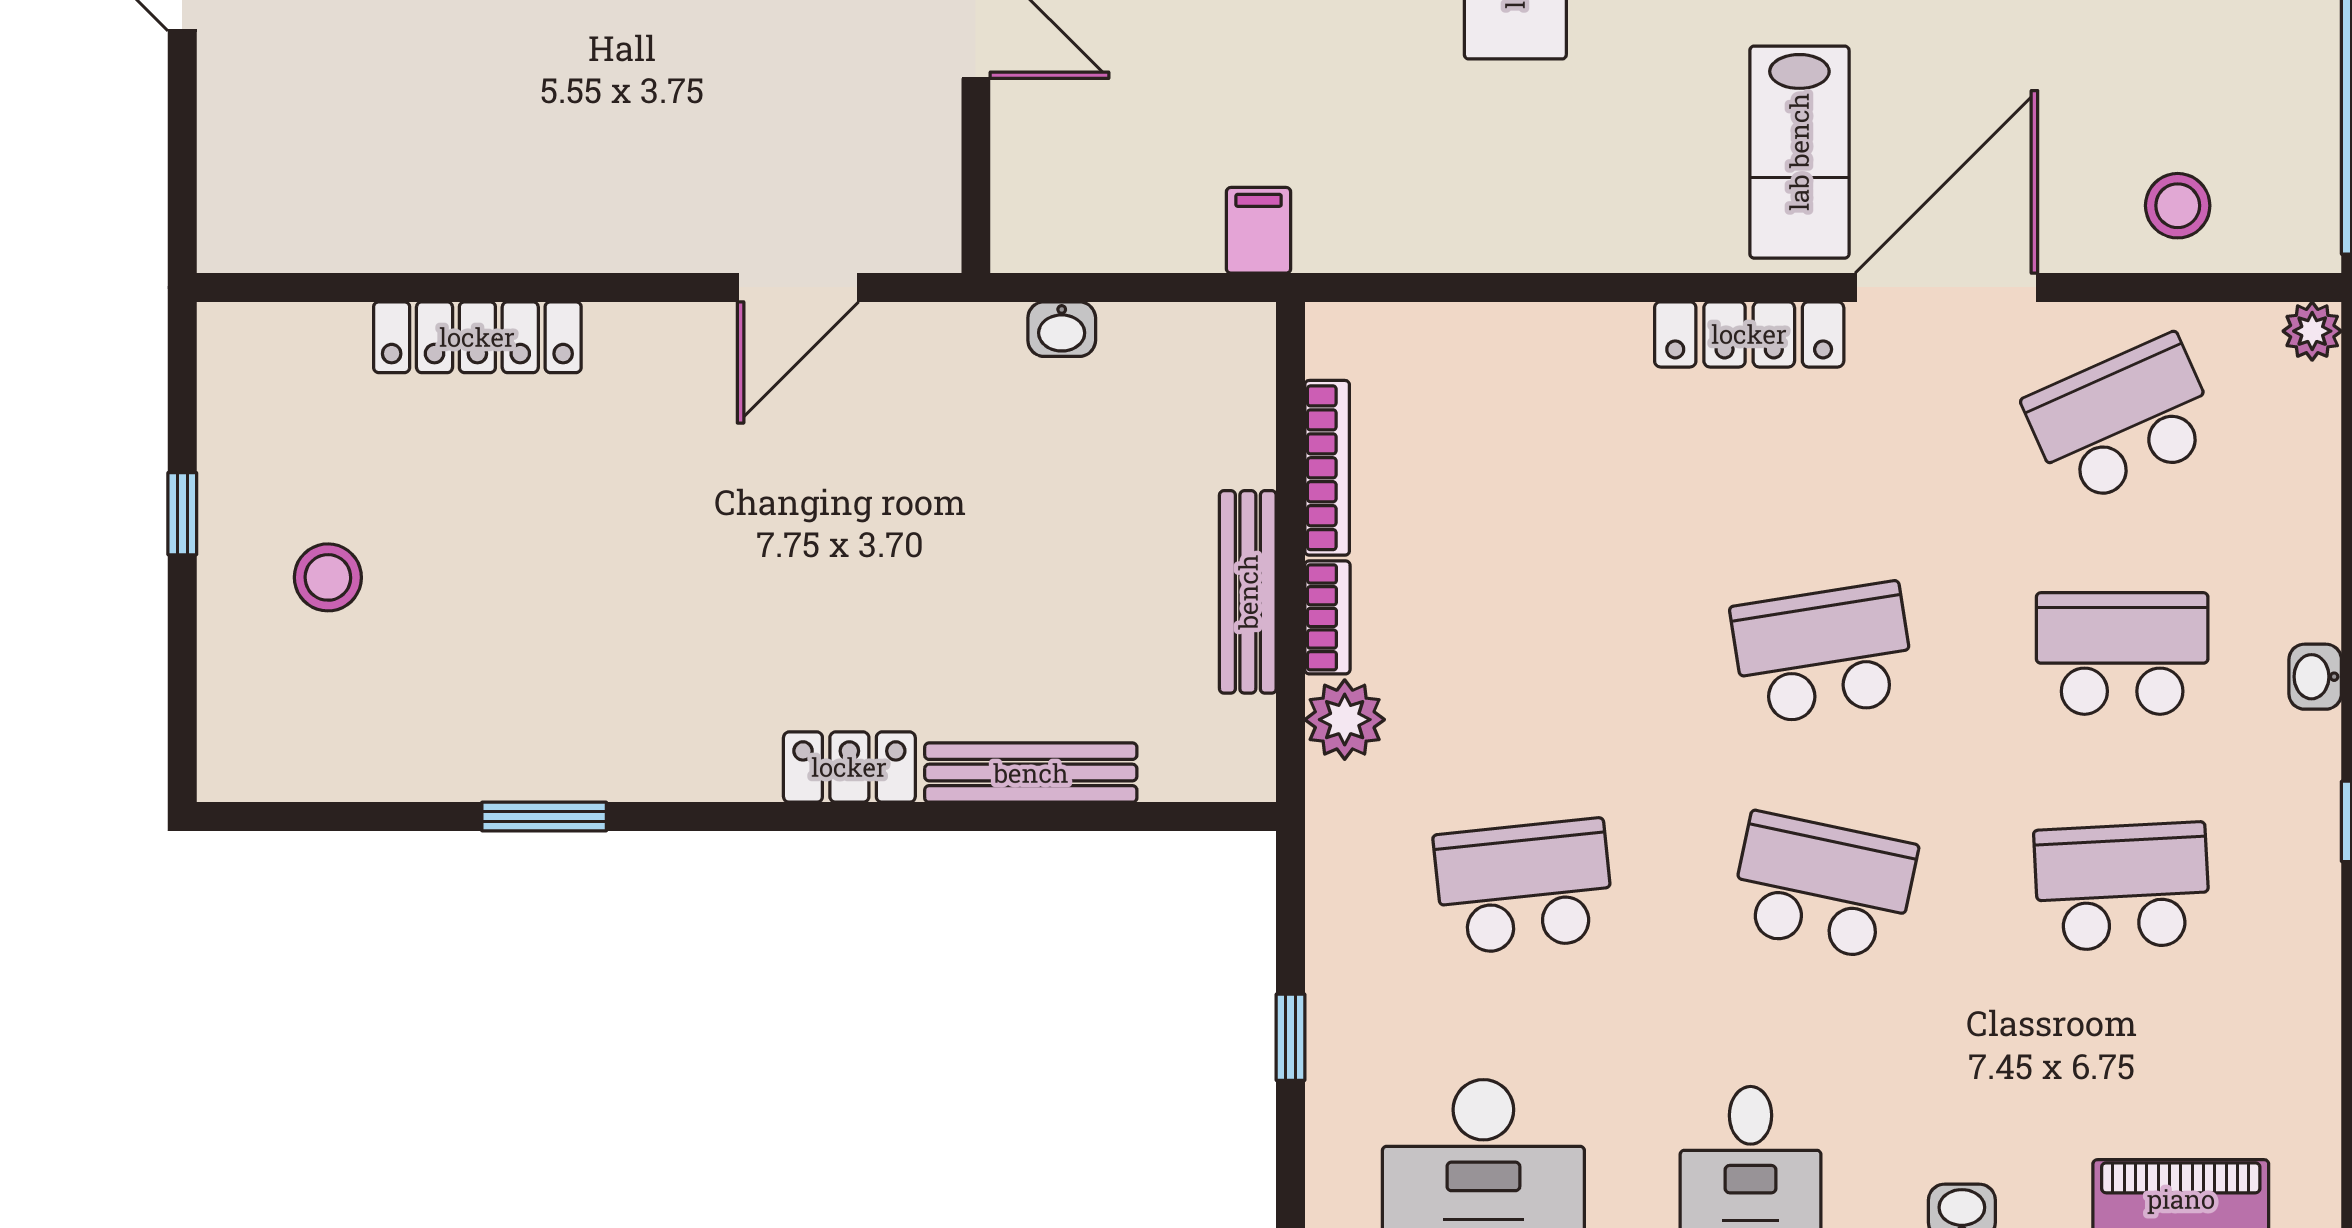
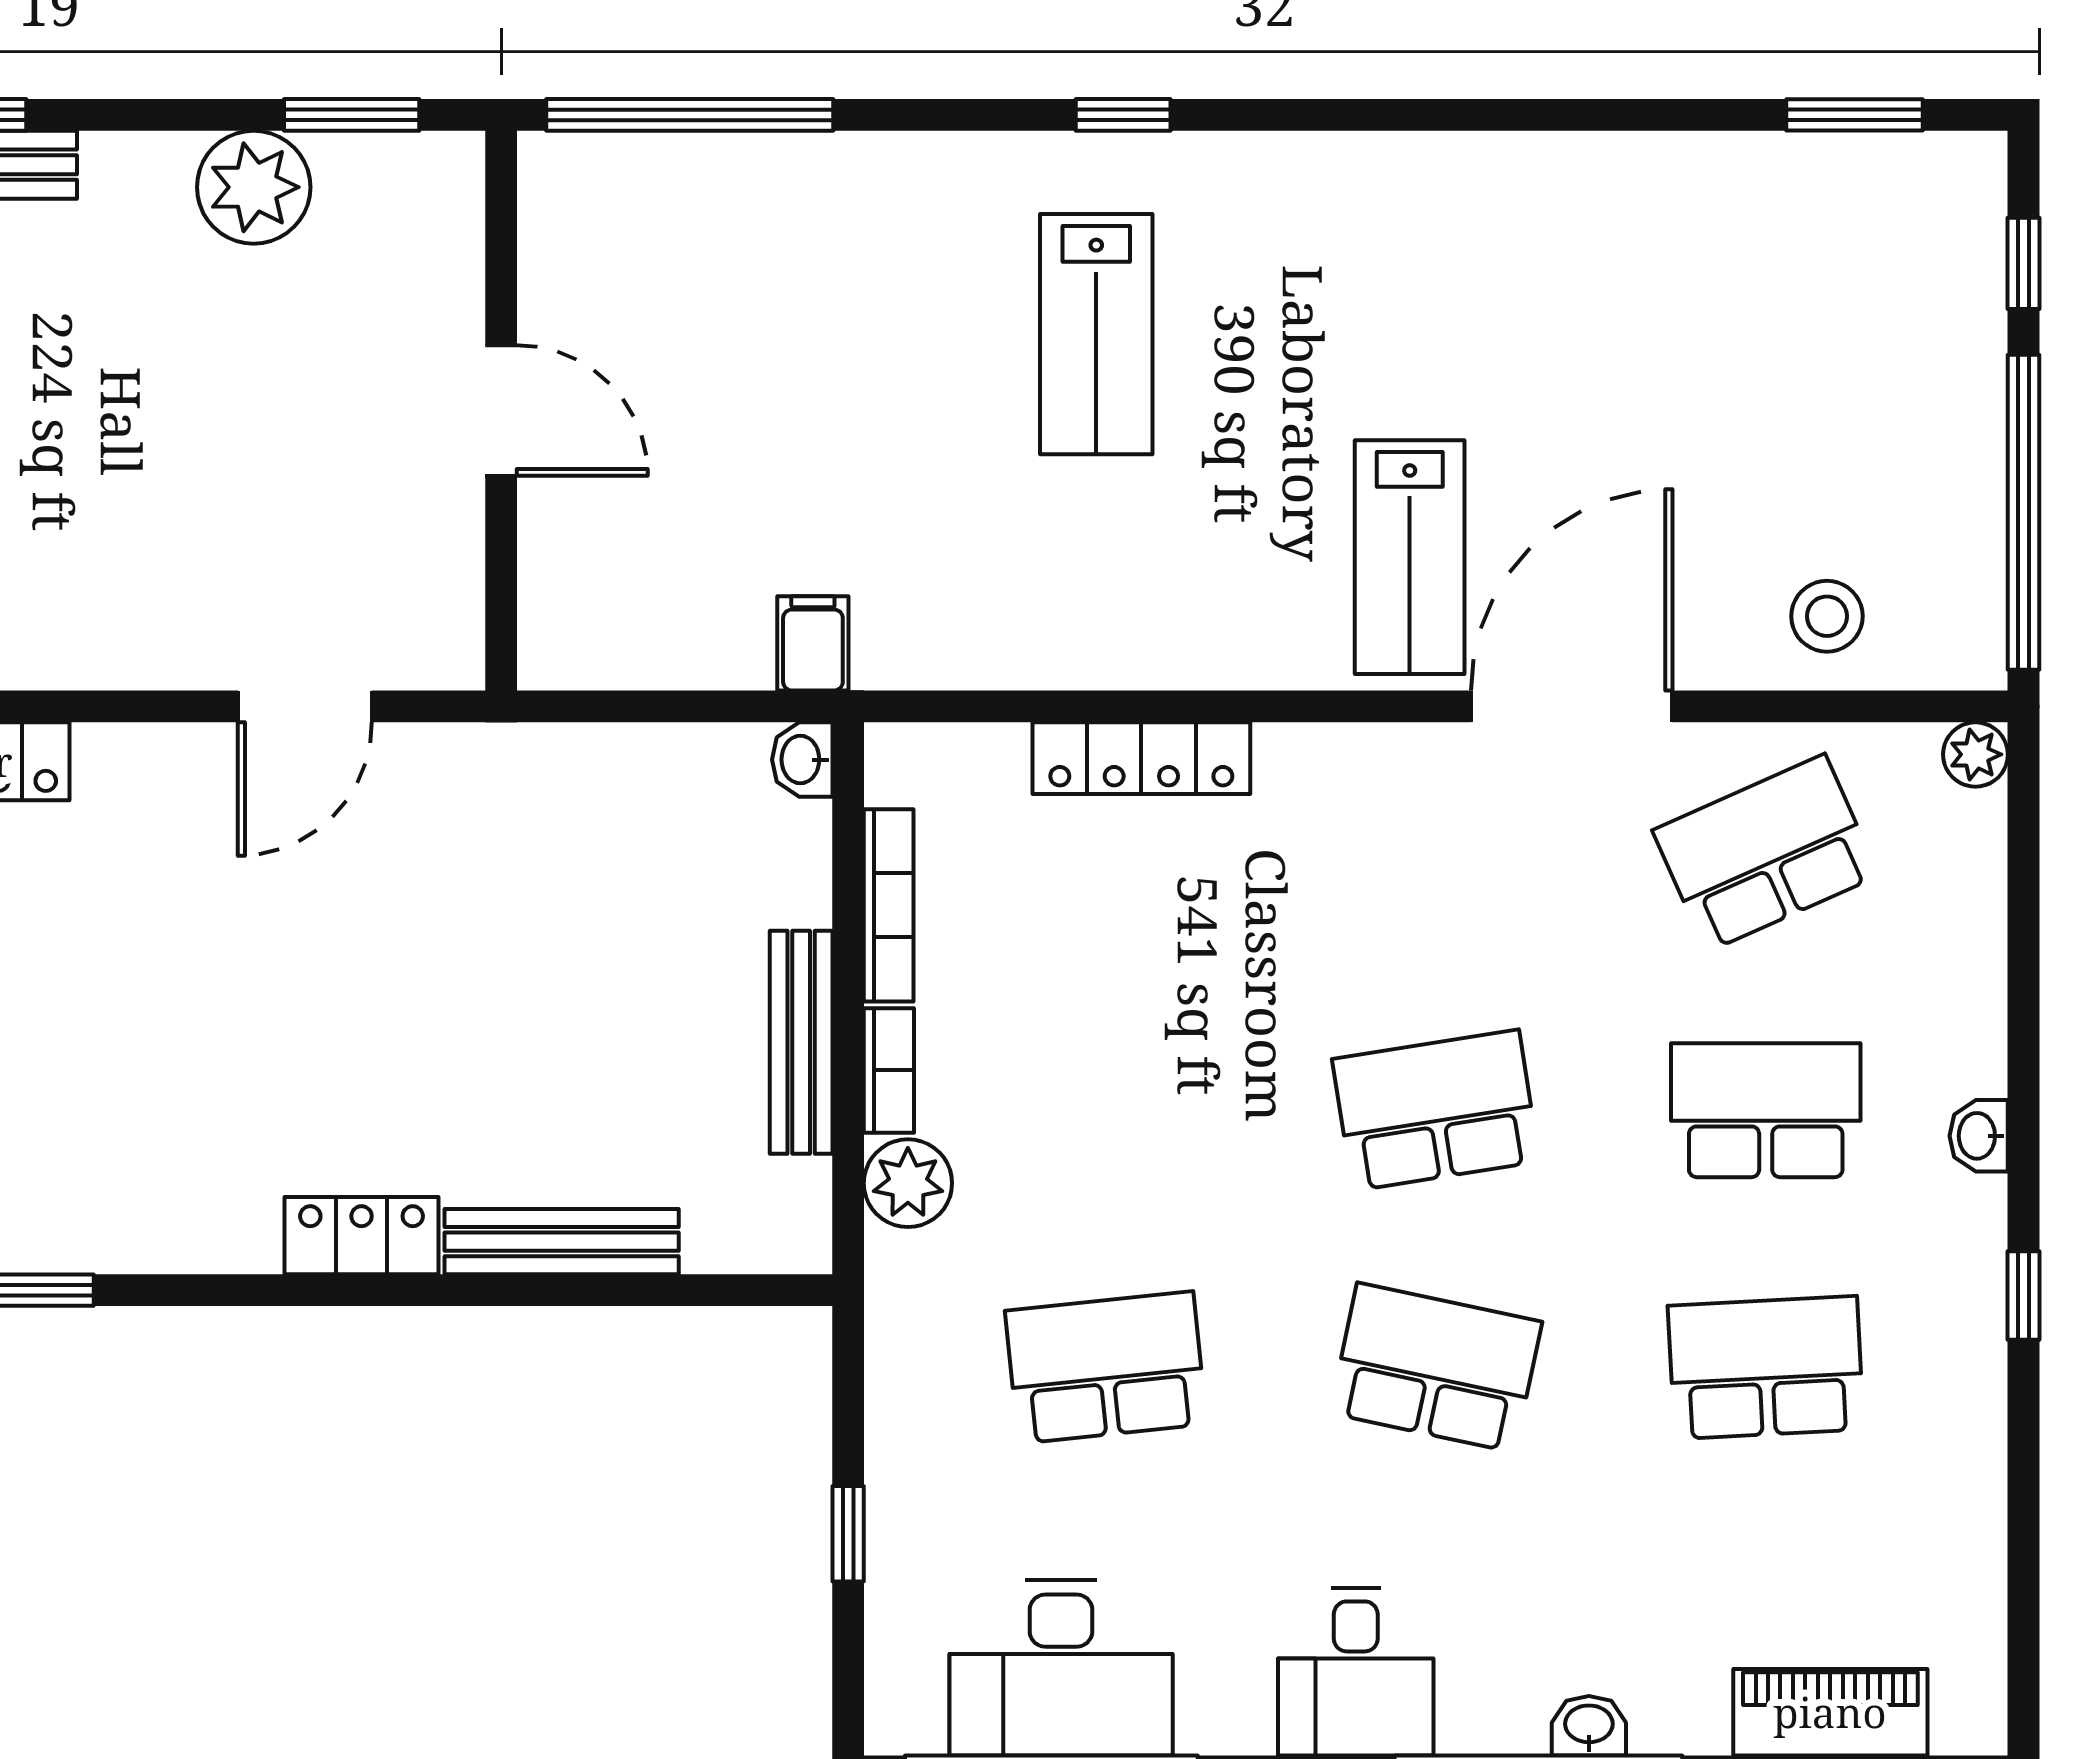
washbasin: (1062, 329) -> (802, 760), moved, turned 90
locker: (1749, 334) -> (1141, 758), moved

